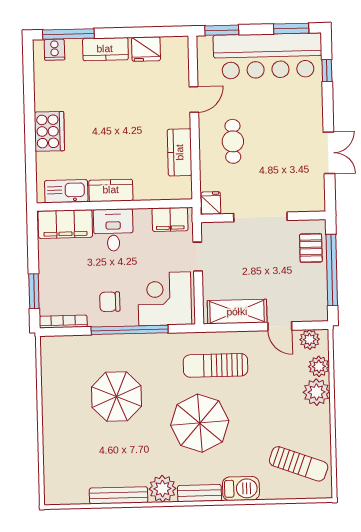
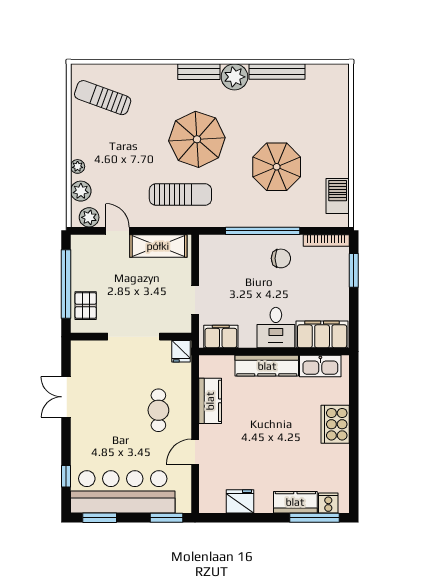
kitchen counter: (105, 49) -> (295, 502), moved
kitchen counter: (111, 190) -> (267, 366), width x1.50
corner desk: (165, 299) -> (228, 260), removed
plant: (316, 392) -> (78, 166), width x0.53, depth x0.53
barbecue: (241, 489) -> (338, 196), moved, turned 90

